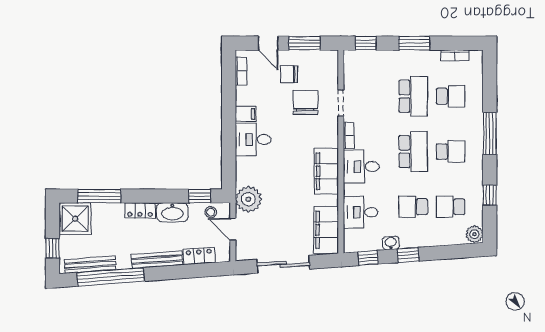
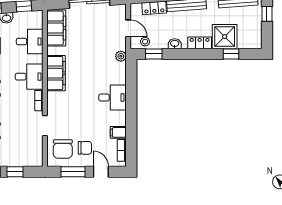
window: (366, 43) -> (15, 172), moved
chair: (306, 102) -> (63, 149), moved
filing cabinet: (246, 114) -> (118, 132), moved
window: (99, 196) -> (231, 54), width x0.46
plant: (248, 199) -> (121, 56), width x0.53, depth x0.53
washbasin: (172, 212) -> (175, 44), width x0.52, depth x0.69
shower: (75, 219) -> (225, 37), moved

